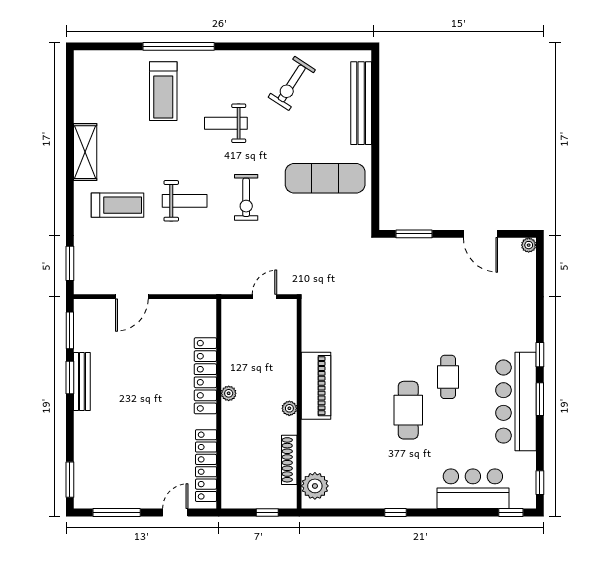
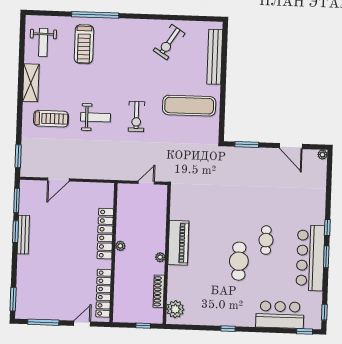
weight bench: (226, 123) -> (43, 42), moved, turned -90

